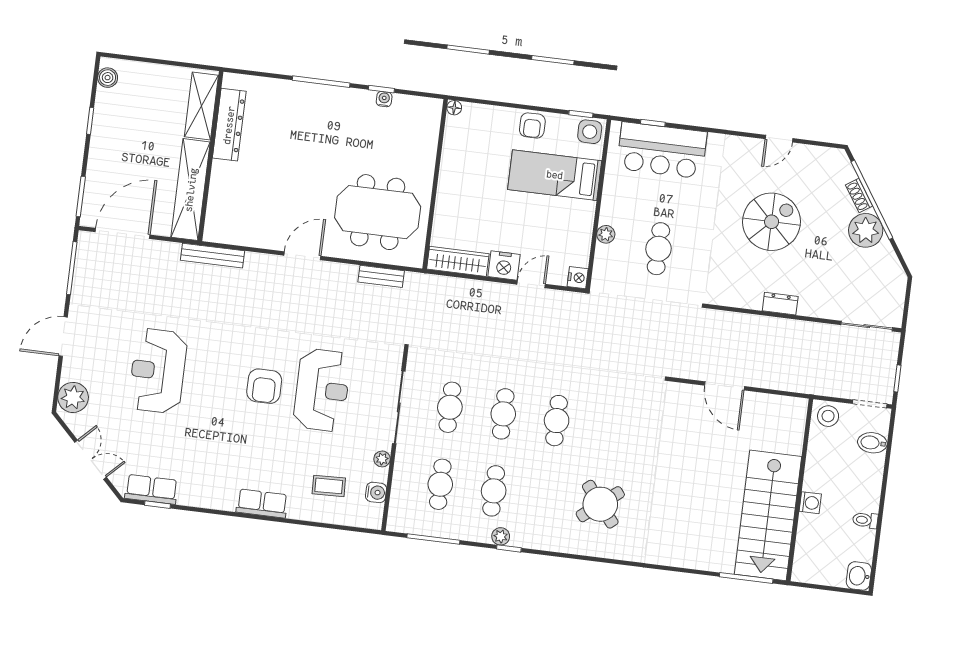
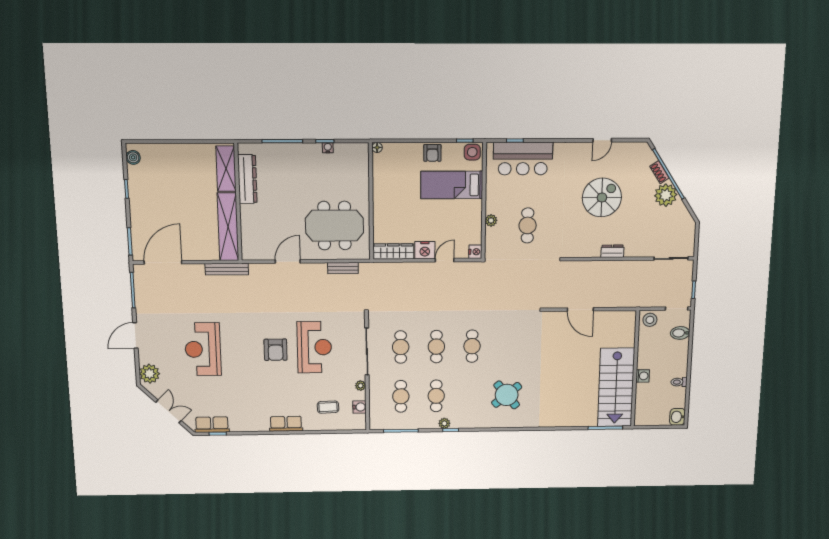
shelving: (201, 106) -> (226, 169), moved
dresser: (229, 125) -> (247, 179), moved
wall: (211, 156) -> (238, 202), moved
shelving: (191, 190) -> (228, 227), moved

